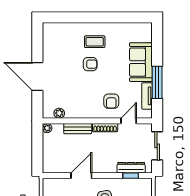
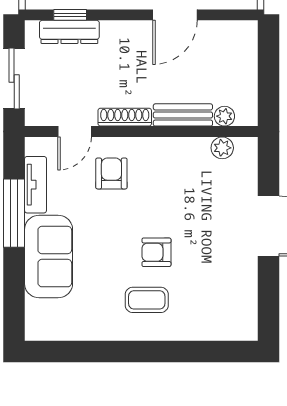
plant: (47, 128) -> (224, 116), moved

